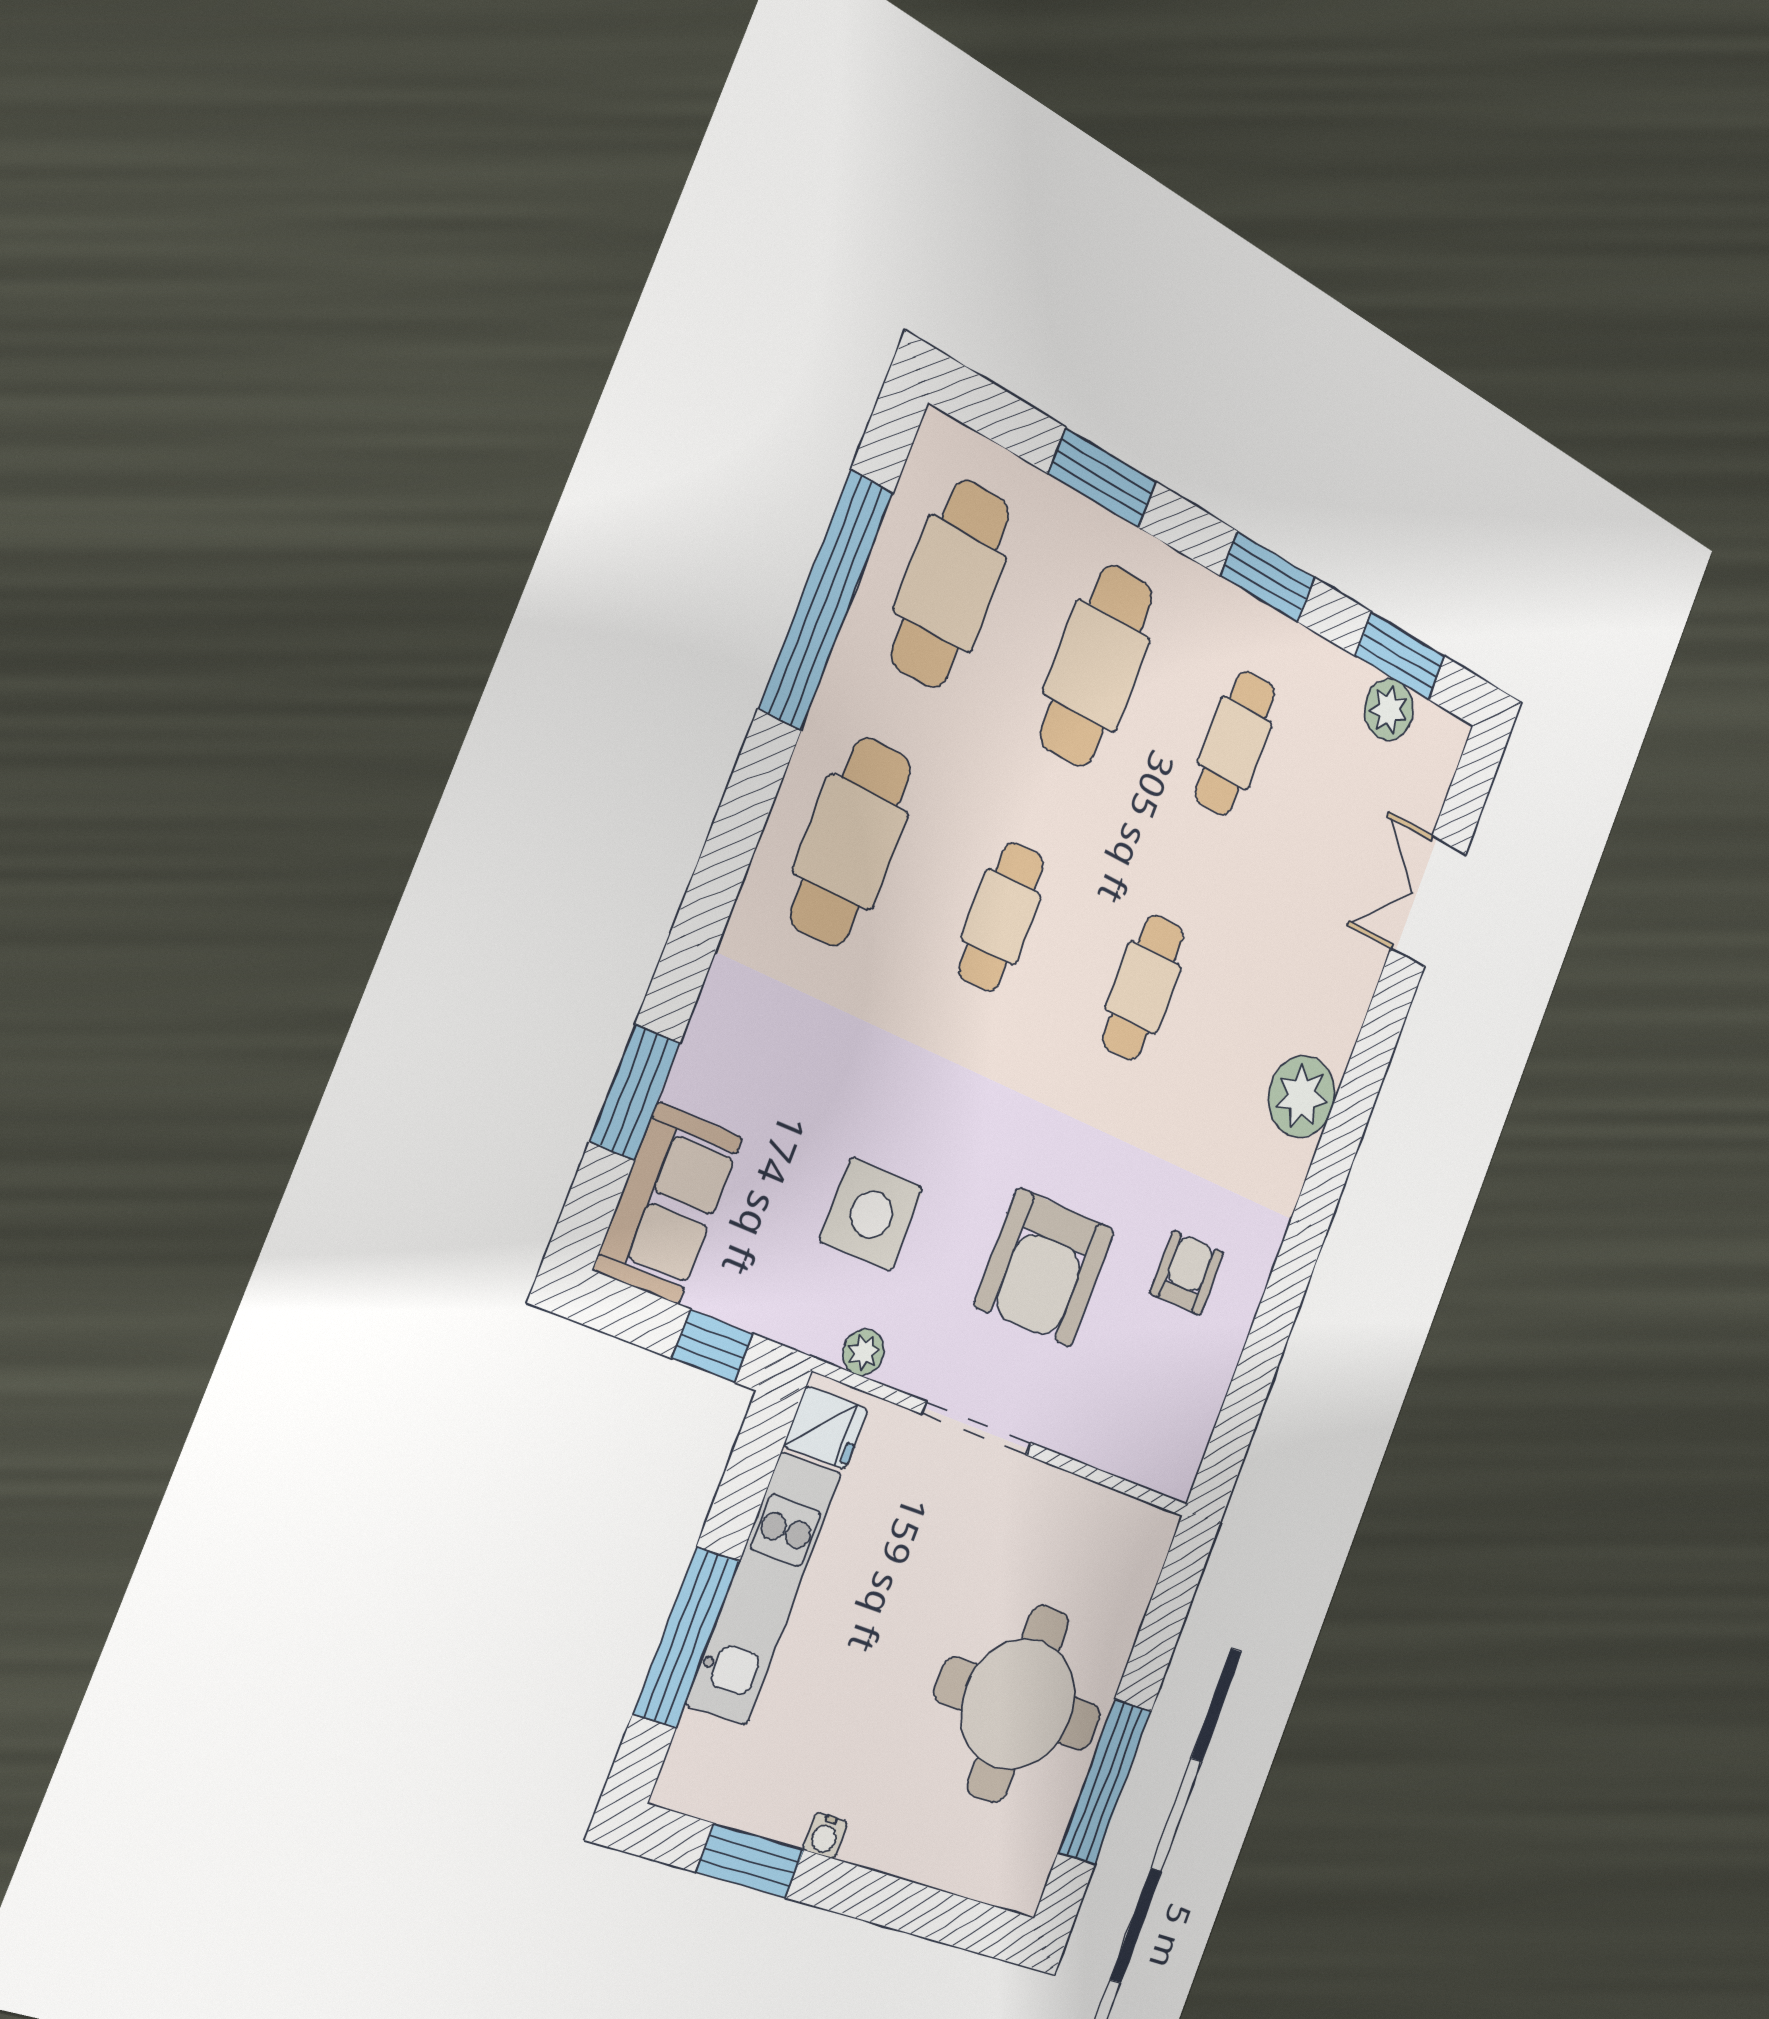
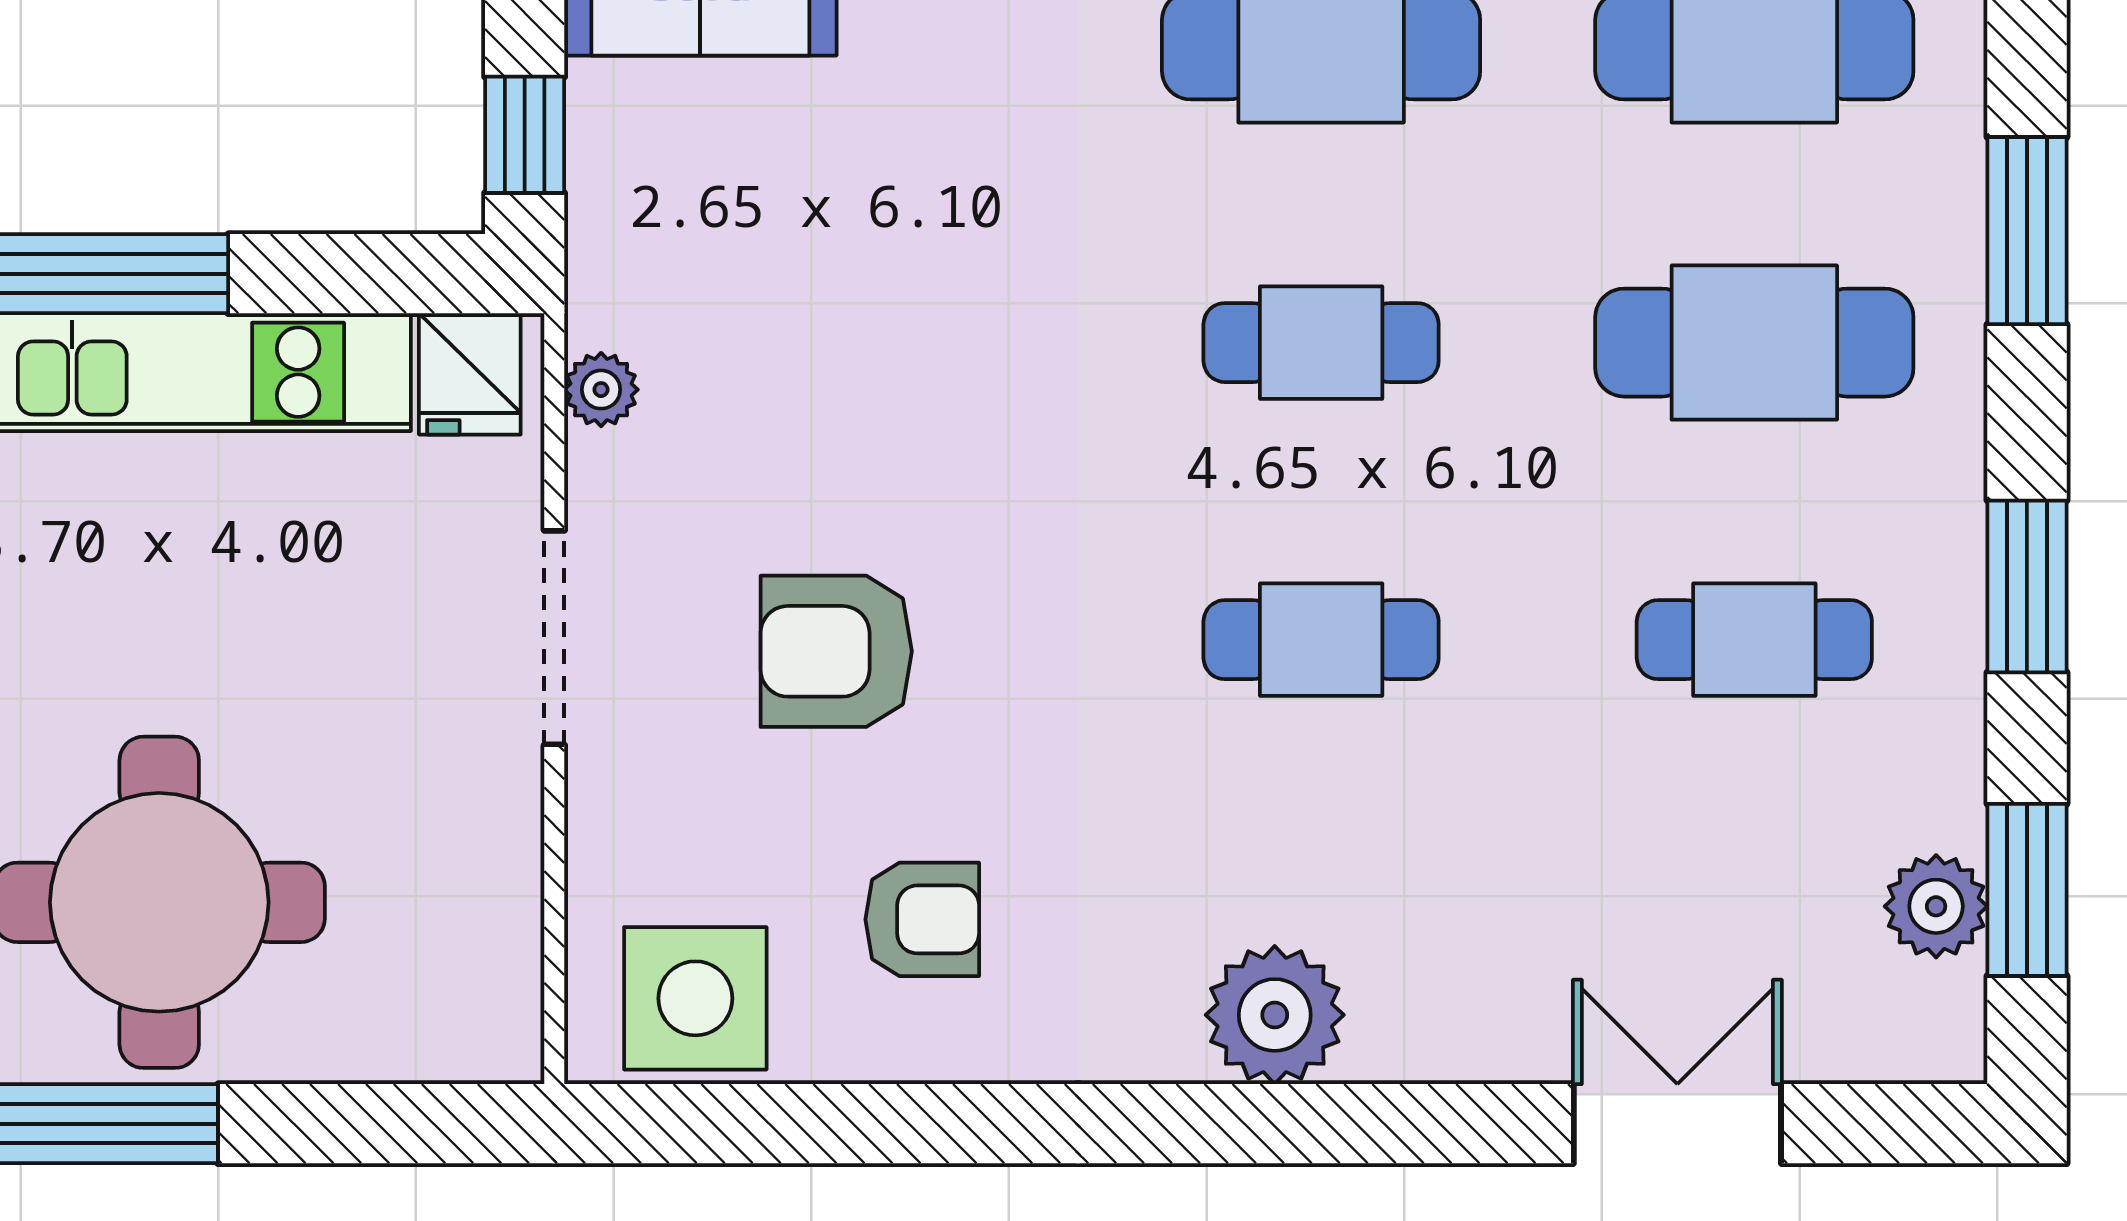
side table: (871, 1214) -> (695, 998), moved
armchair: (1044, 1268) -> (836, 651), width x0.73, depth x0.73

